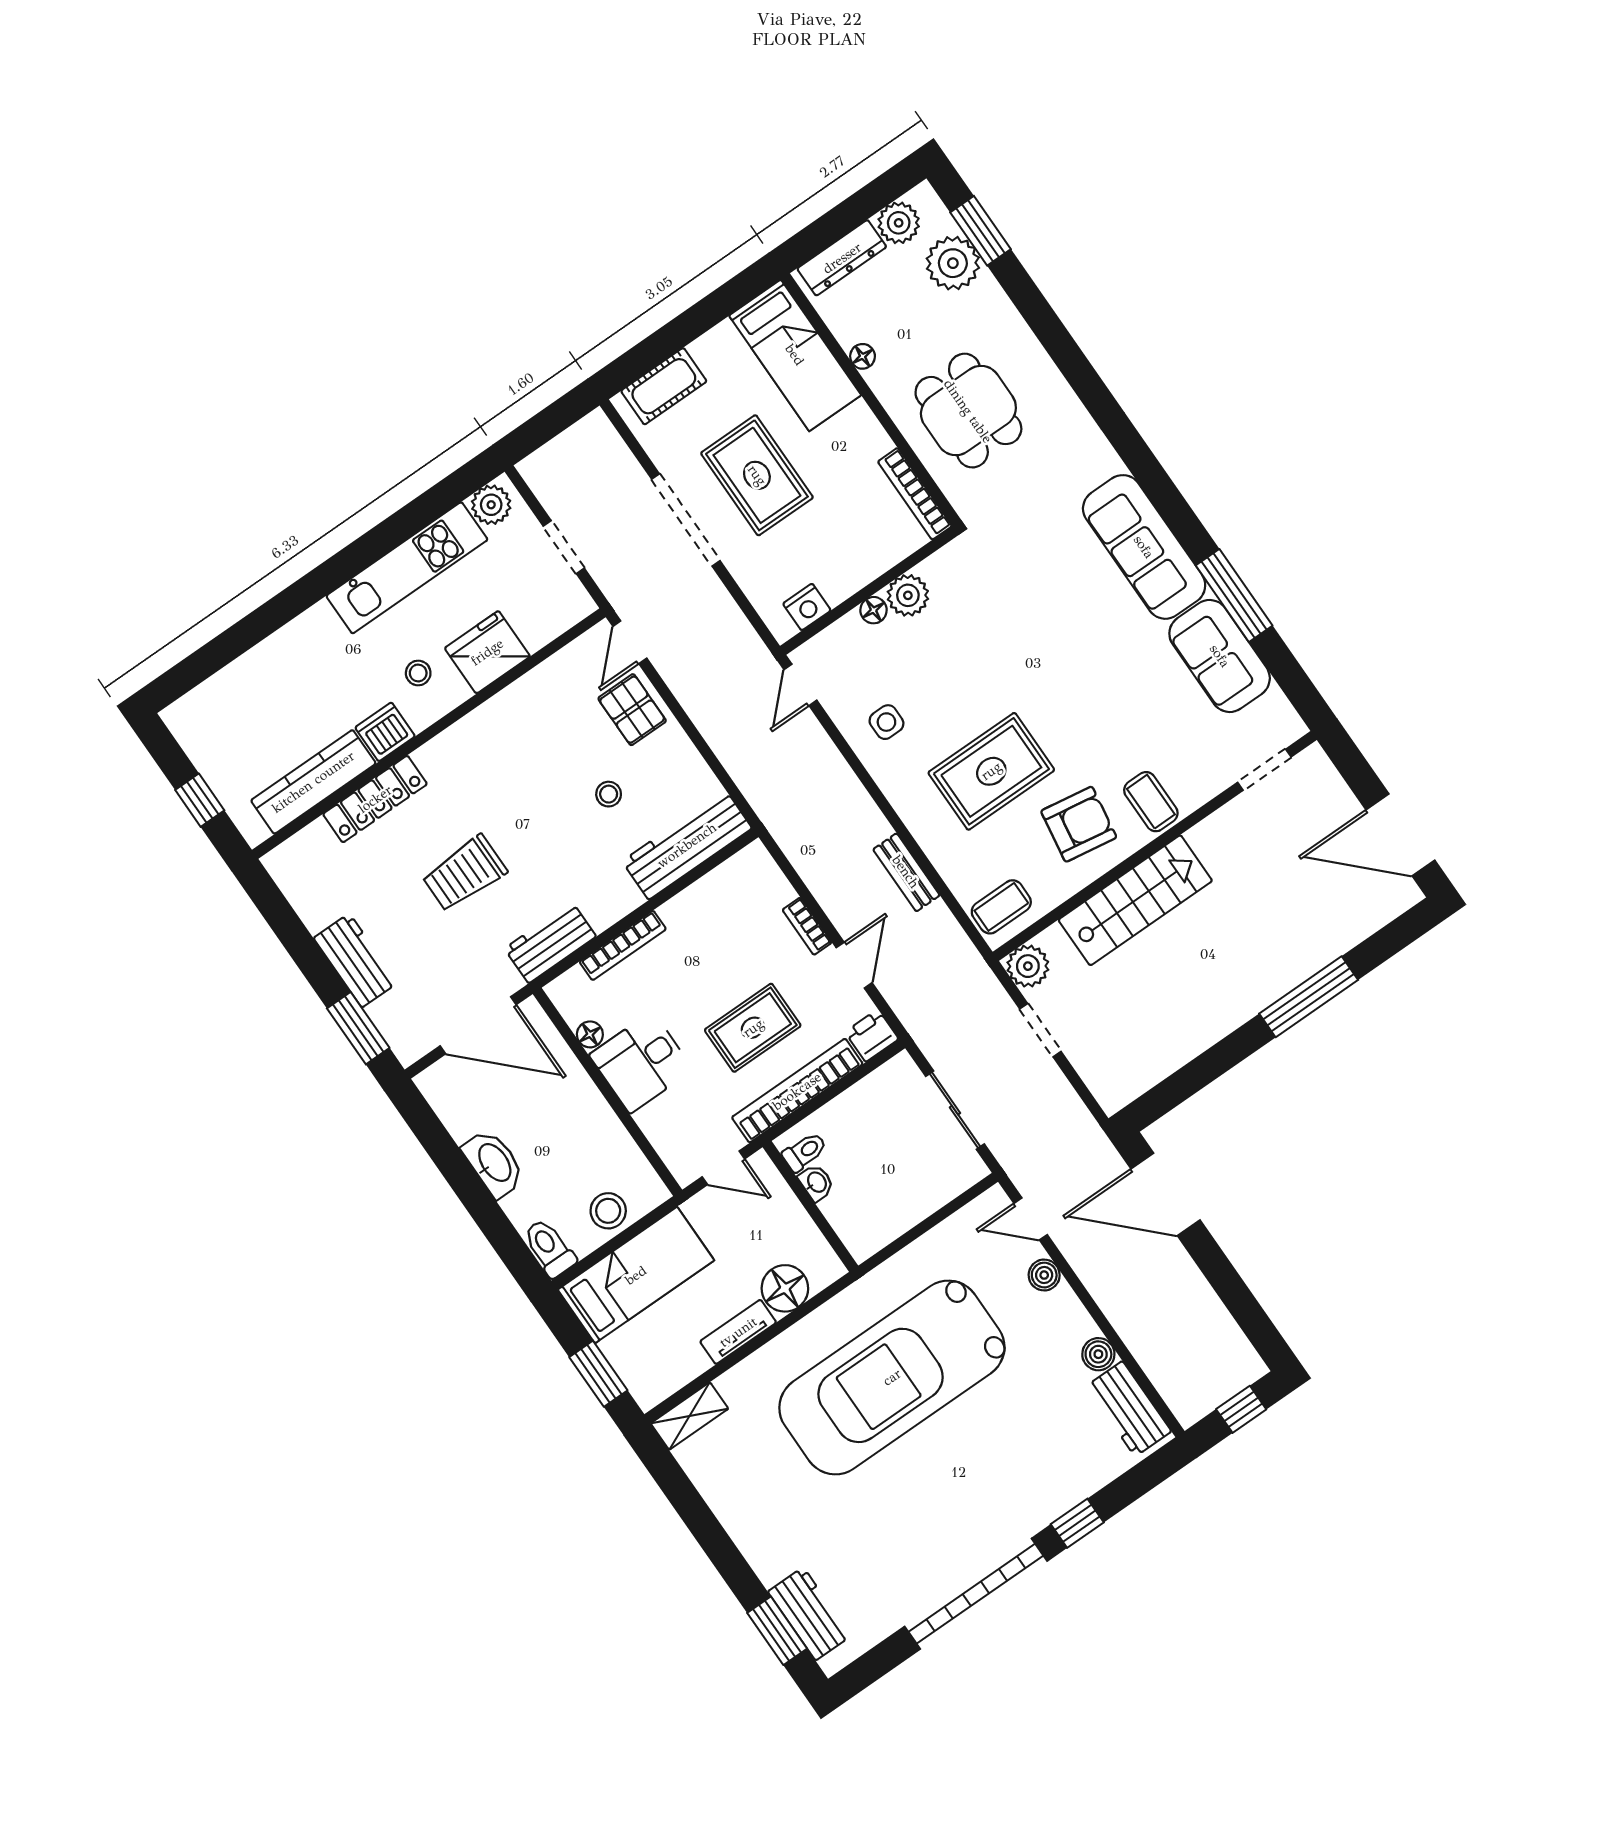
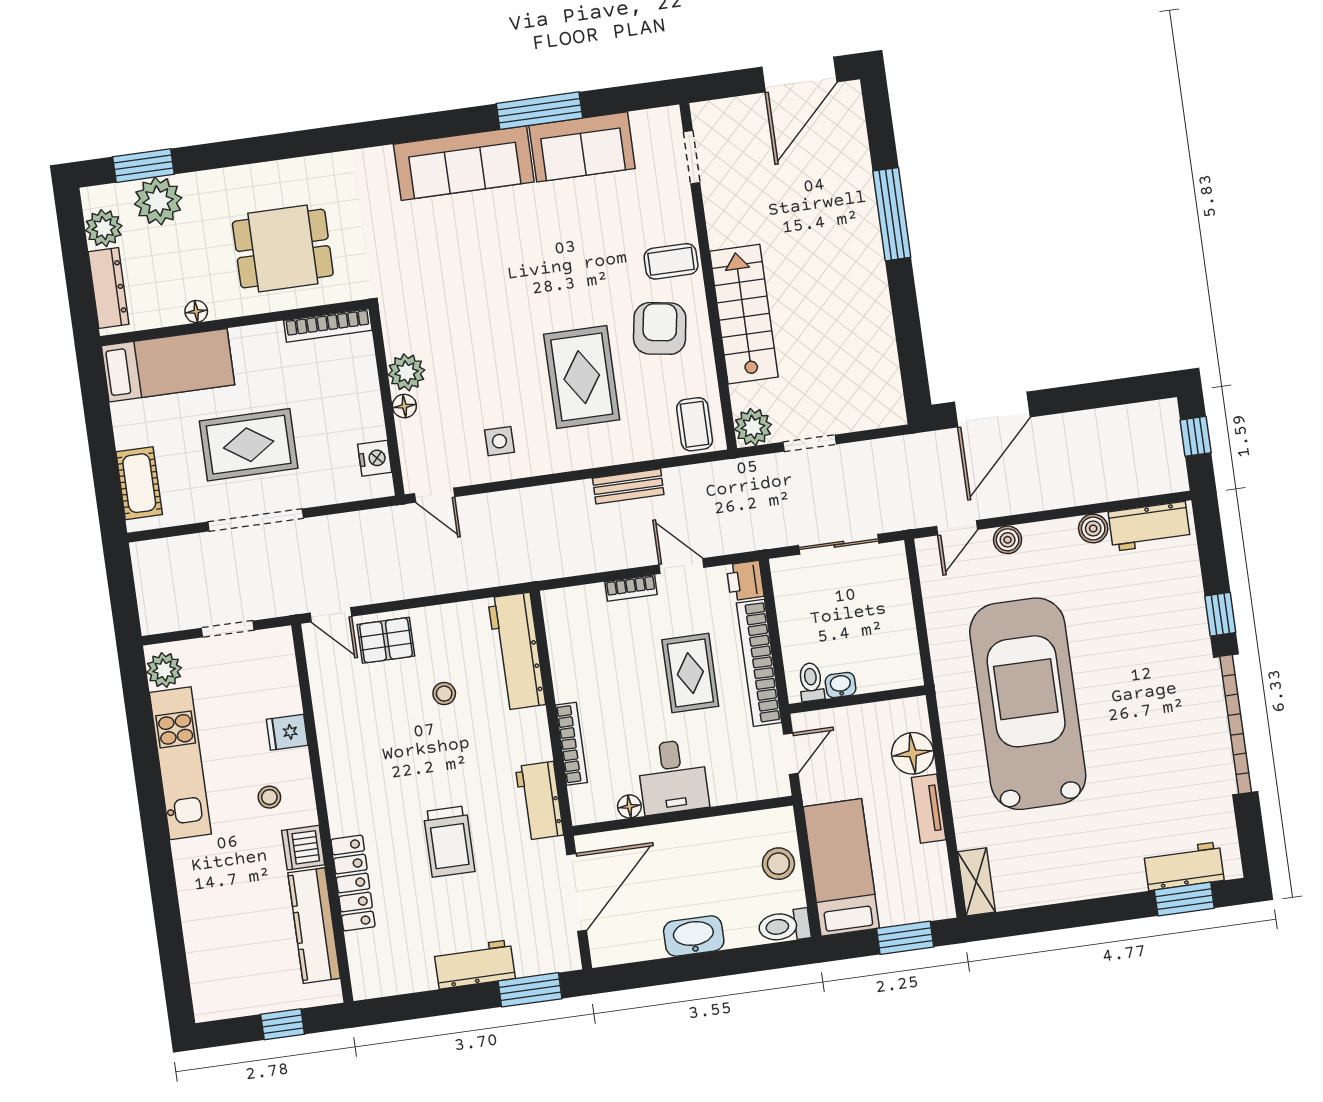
fridge: (487, 652) -> (287, 732), width x0.53, depth x0.75
car: (892, 1377) -> (1028, 704), turned 180

